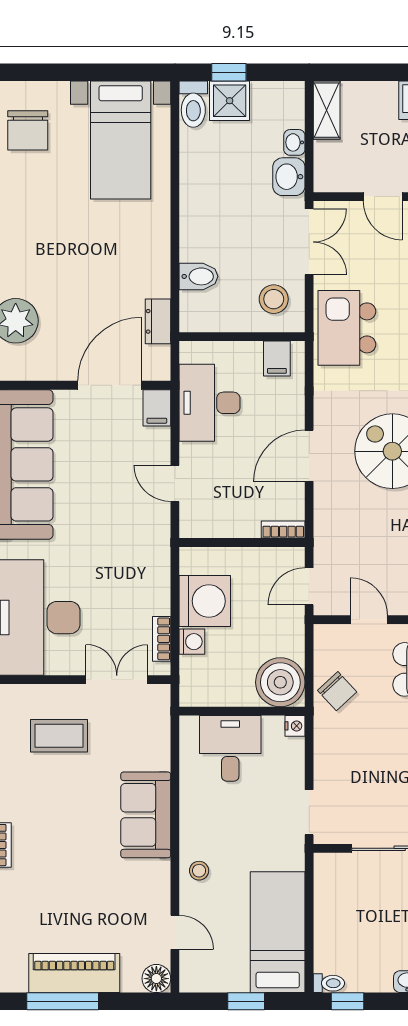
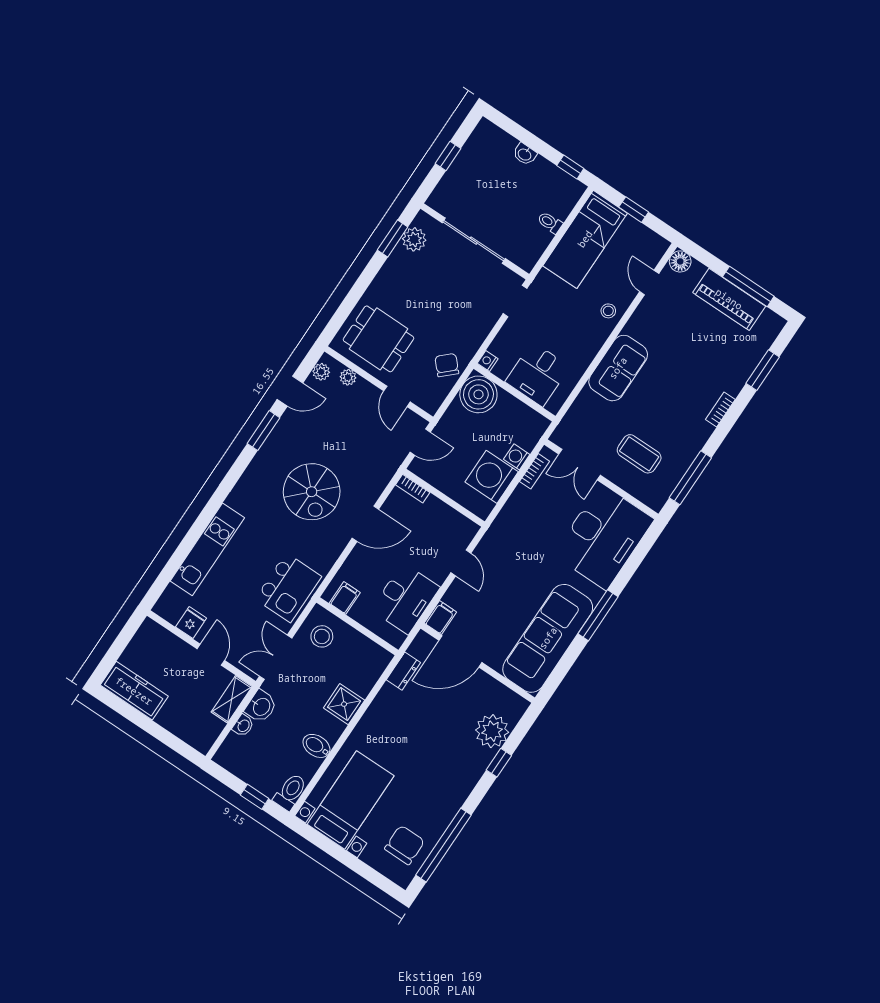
shower: (230, 101) -> (344, 704), moved
shelving: (327, 110) -> (232, 699), moved
bidet: (199, 276) -> (316, 746), moved
toilet: (329, 983) -> (550, 223), moved

